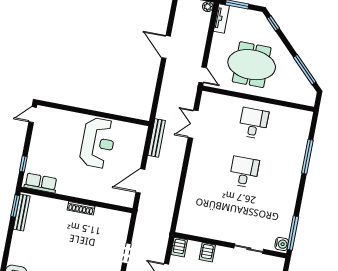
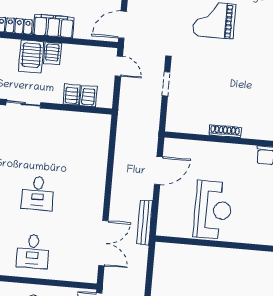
double door: (193, 124) -> (103, 243), width x1.37
reception desk: (98, 143) -> (213, 210), turned 180
server rack: (179, 247) -> (88, 96), moved

